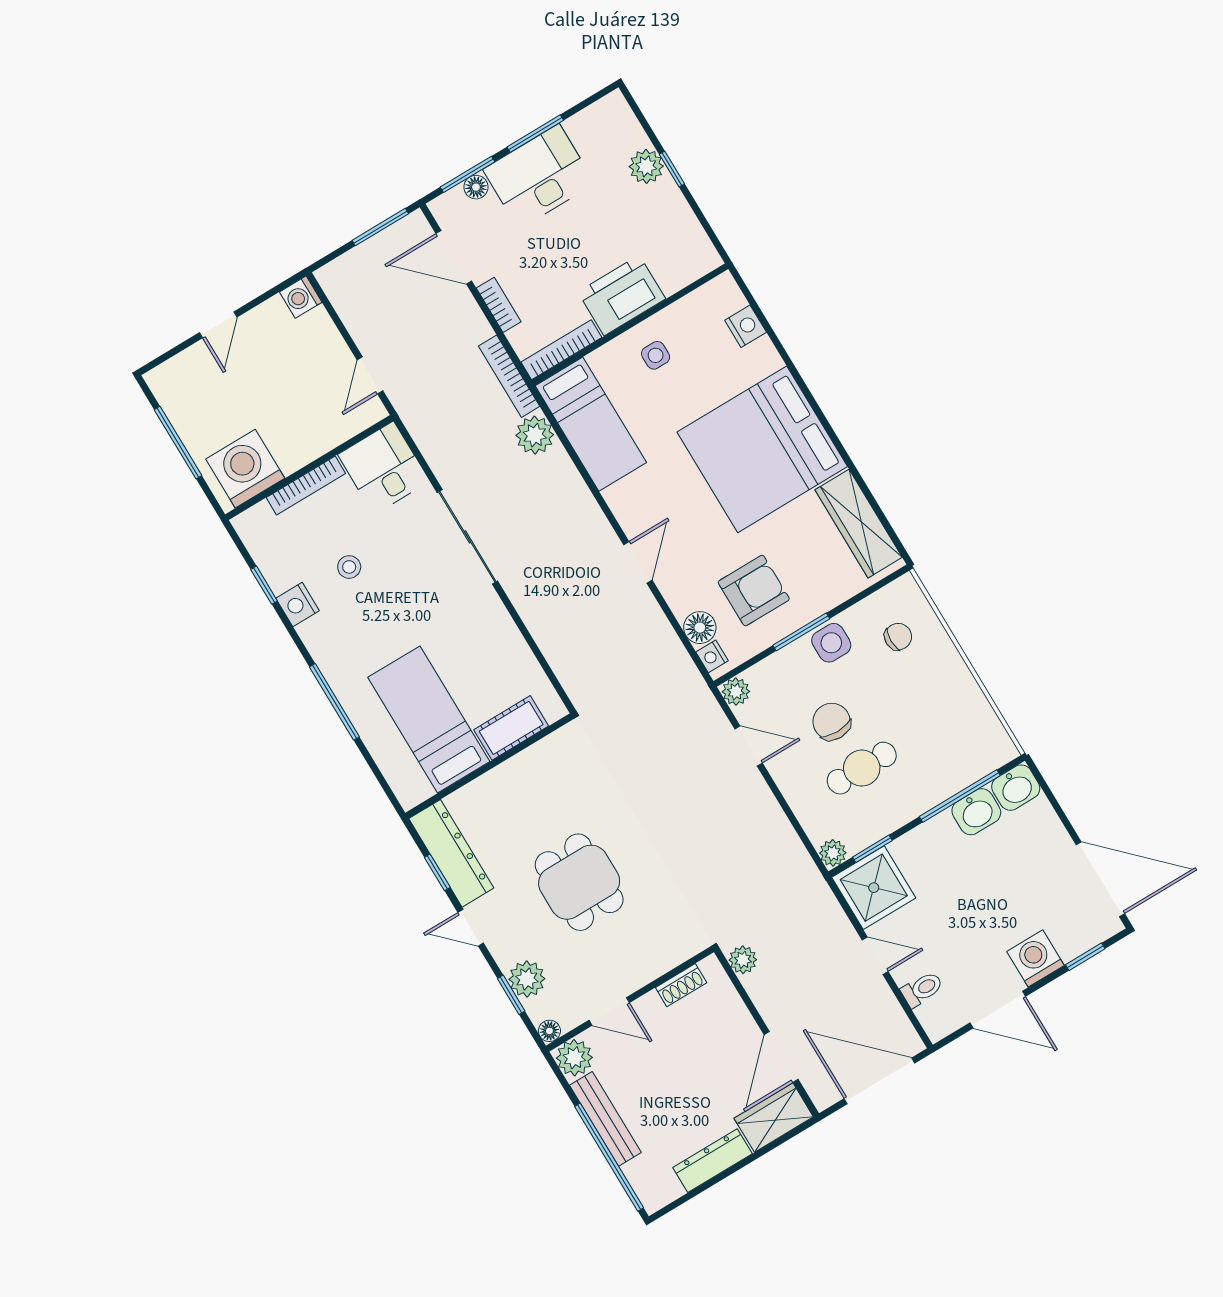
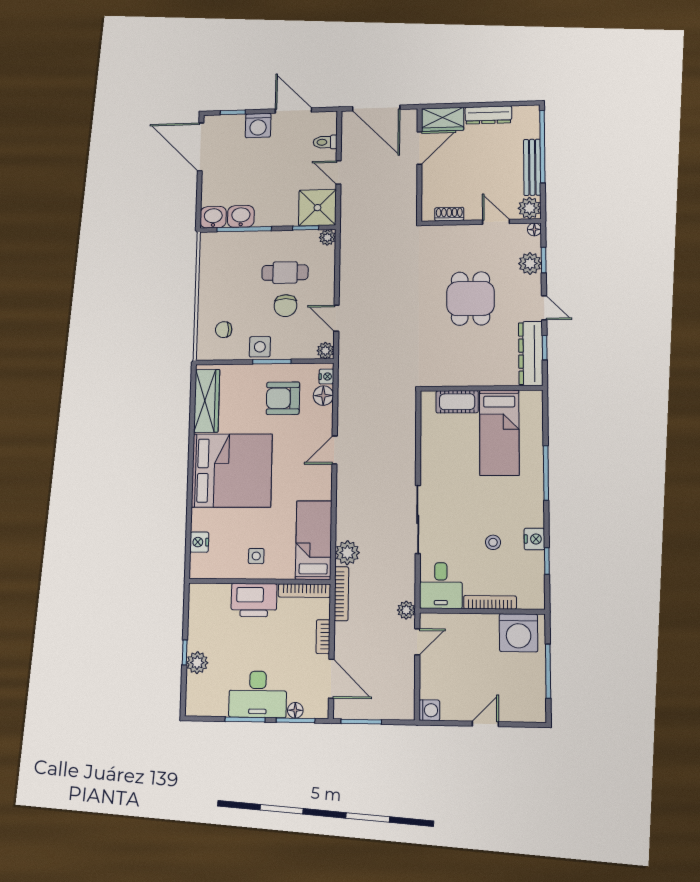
plant: (743, 960) -> (406, 610), moved

